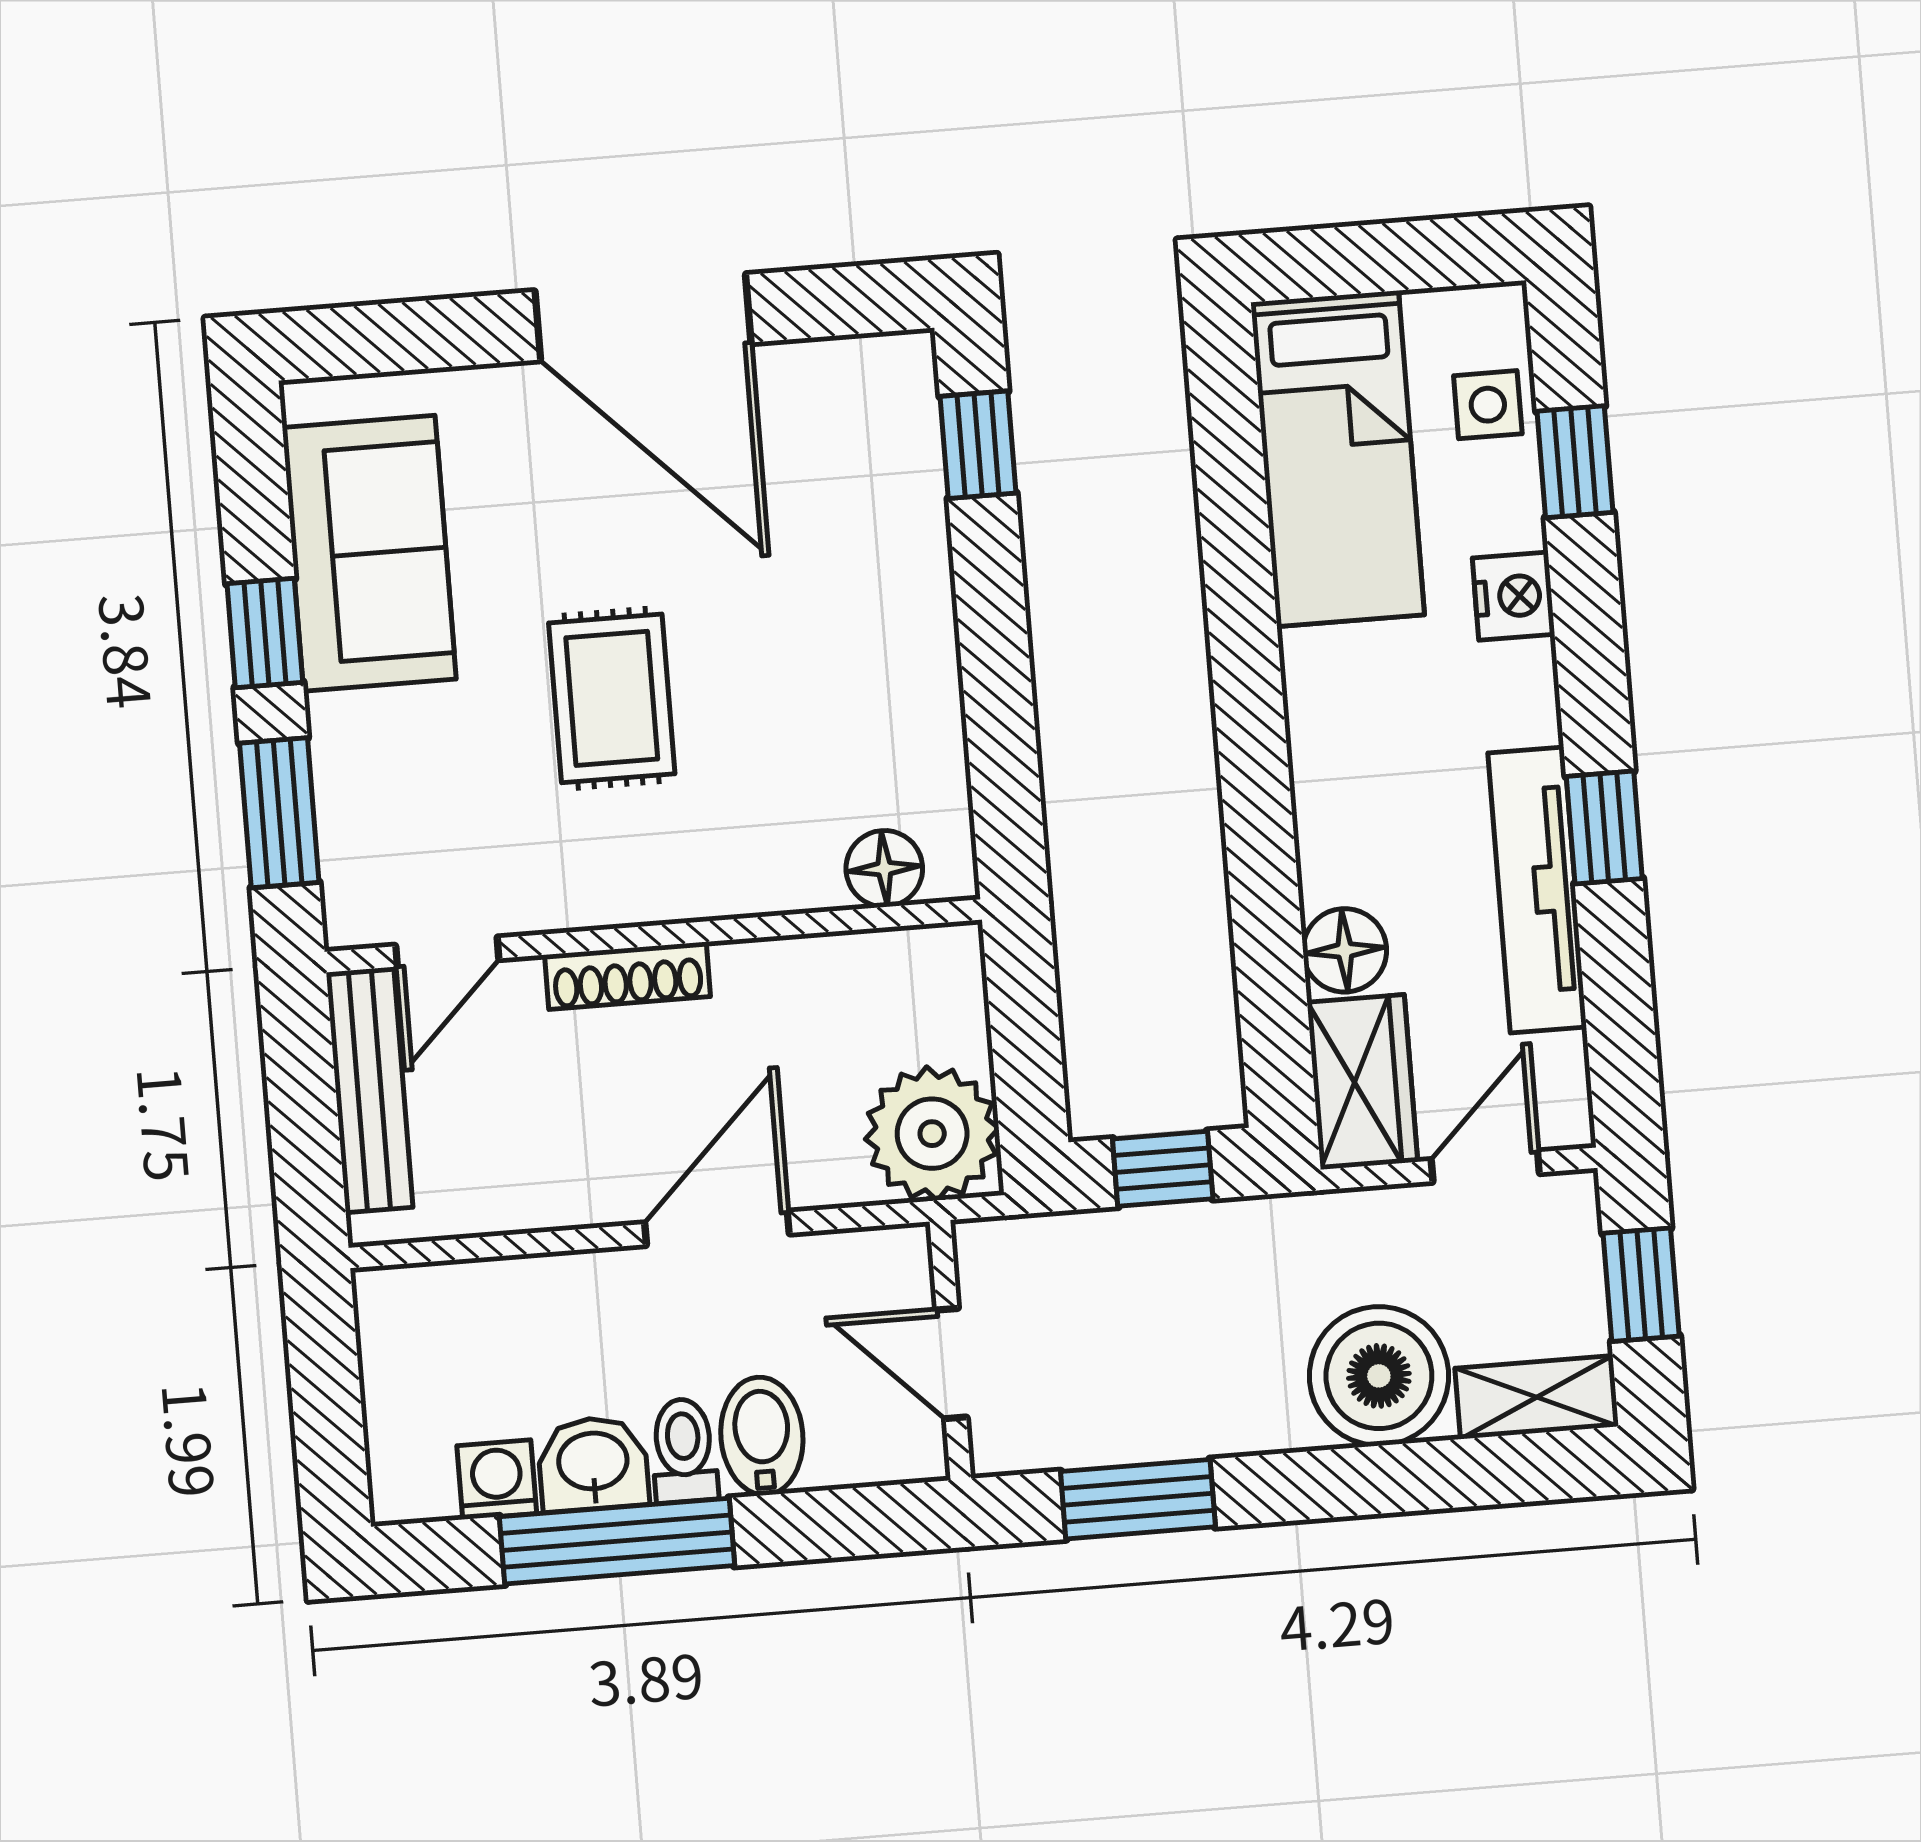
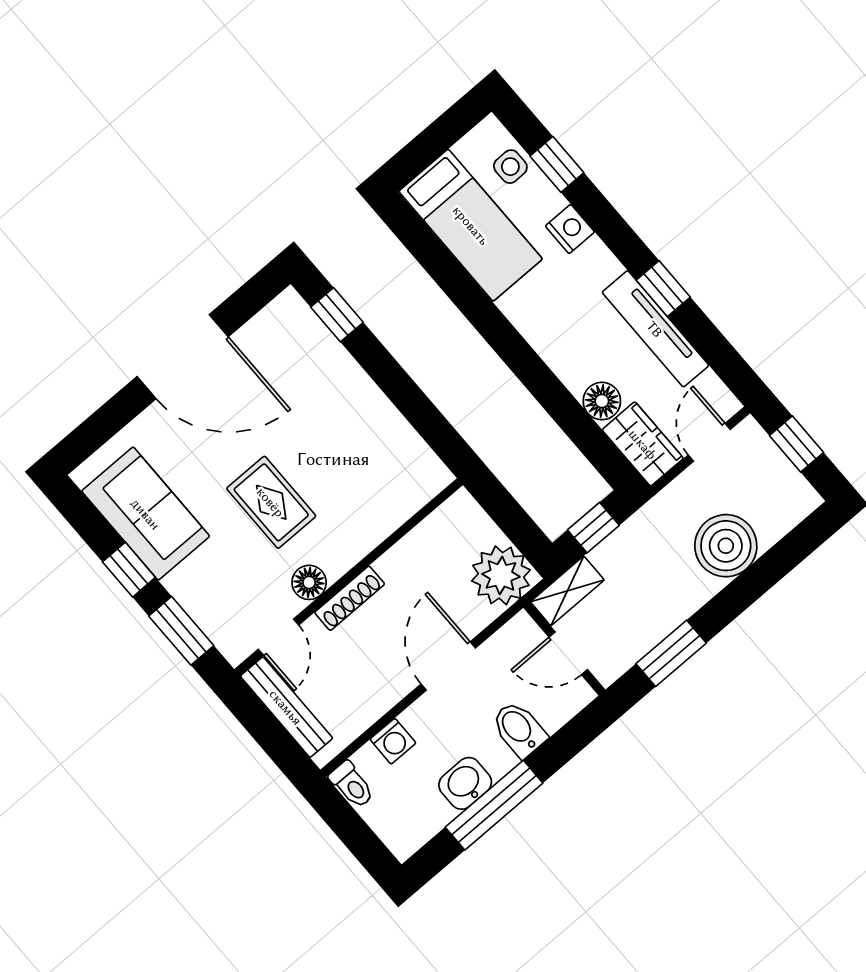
floor lamp: (884, 869) -> (309, 582), moved
shelving: (1537, 1397) -> (567, 591), moved
toilet: (684, 1450) -> (352, 785), moved, turned 180
washing machine: (497, 1480) -> (393, 741), moved, turned 180

